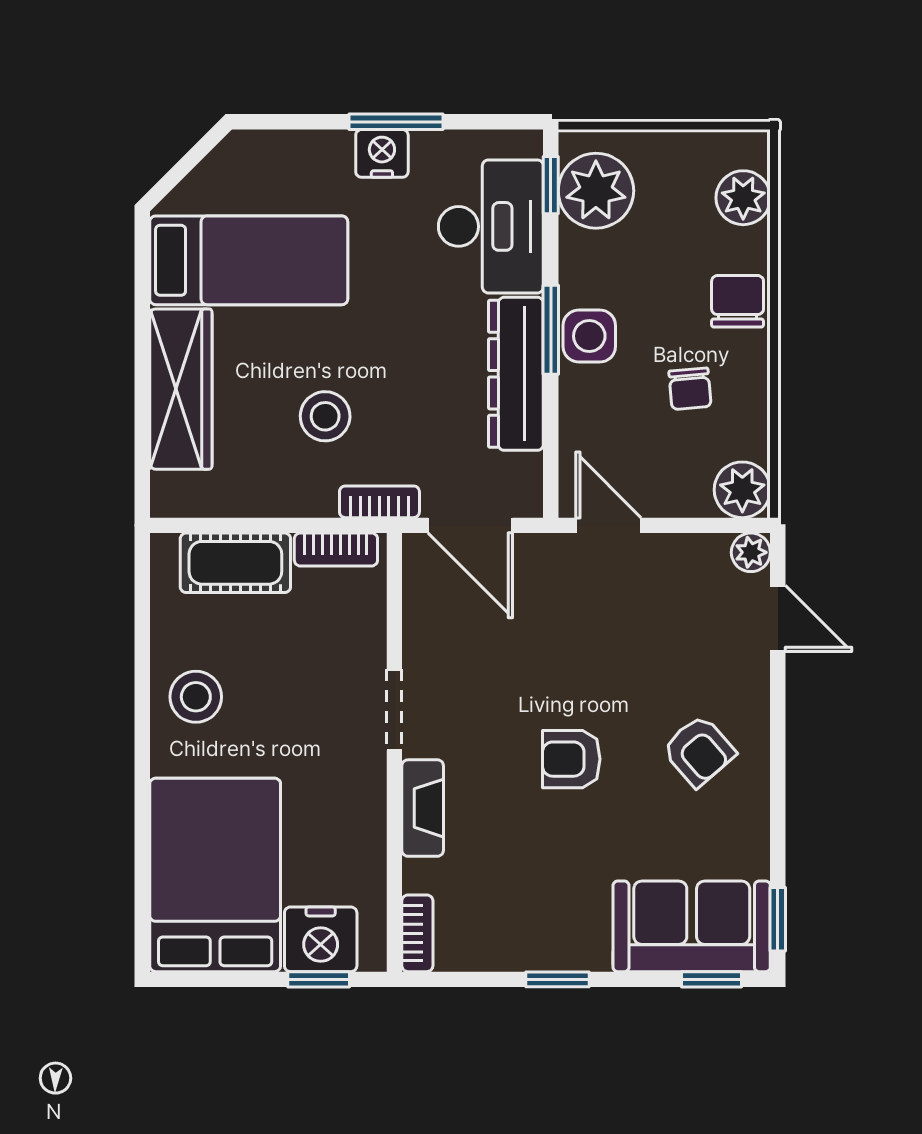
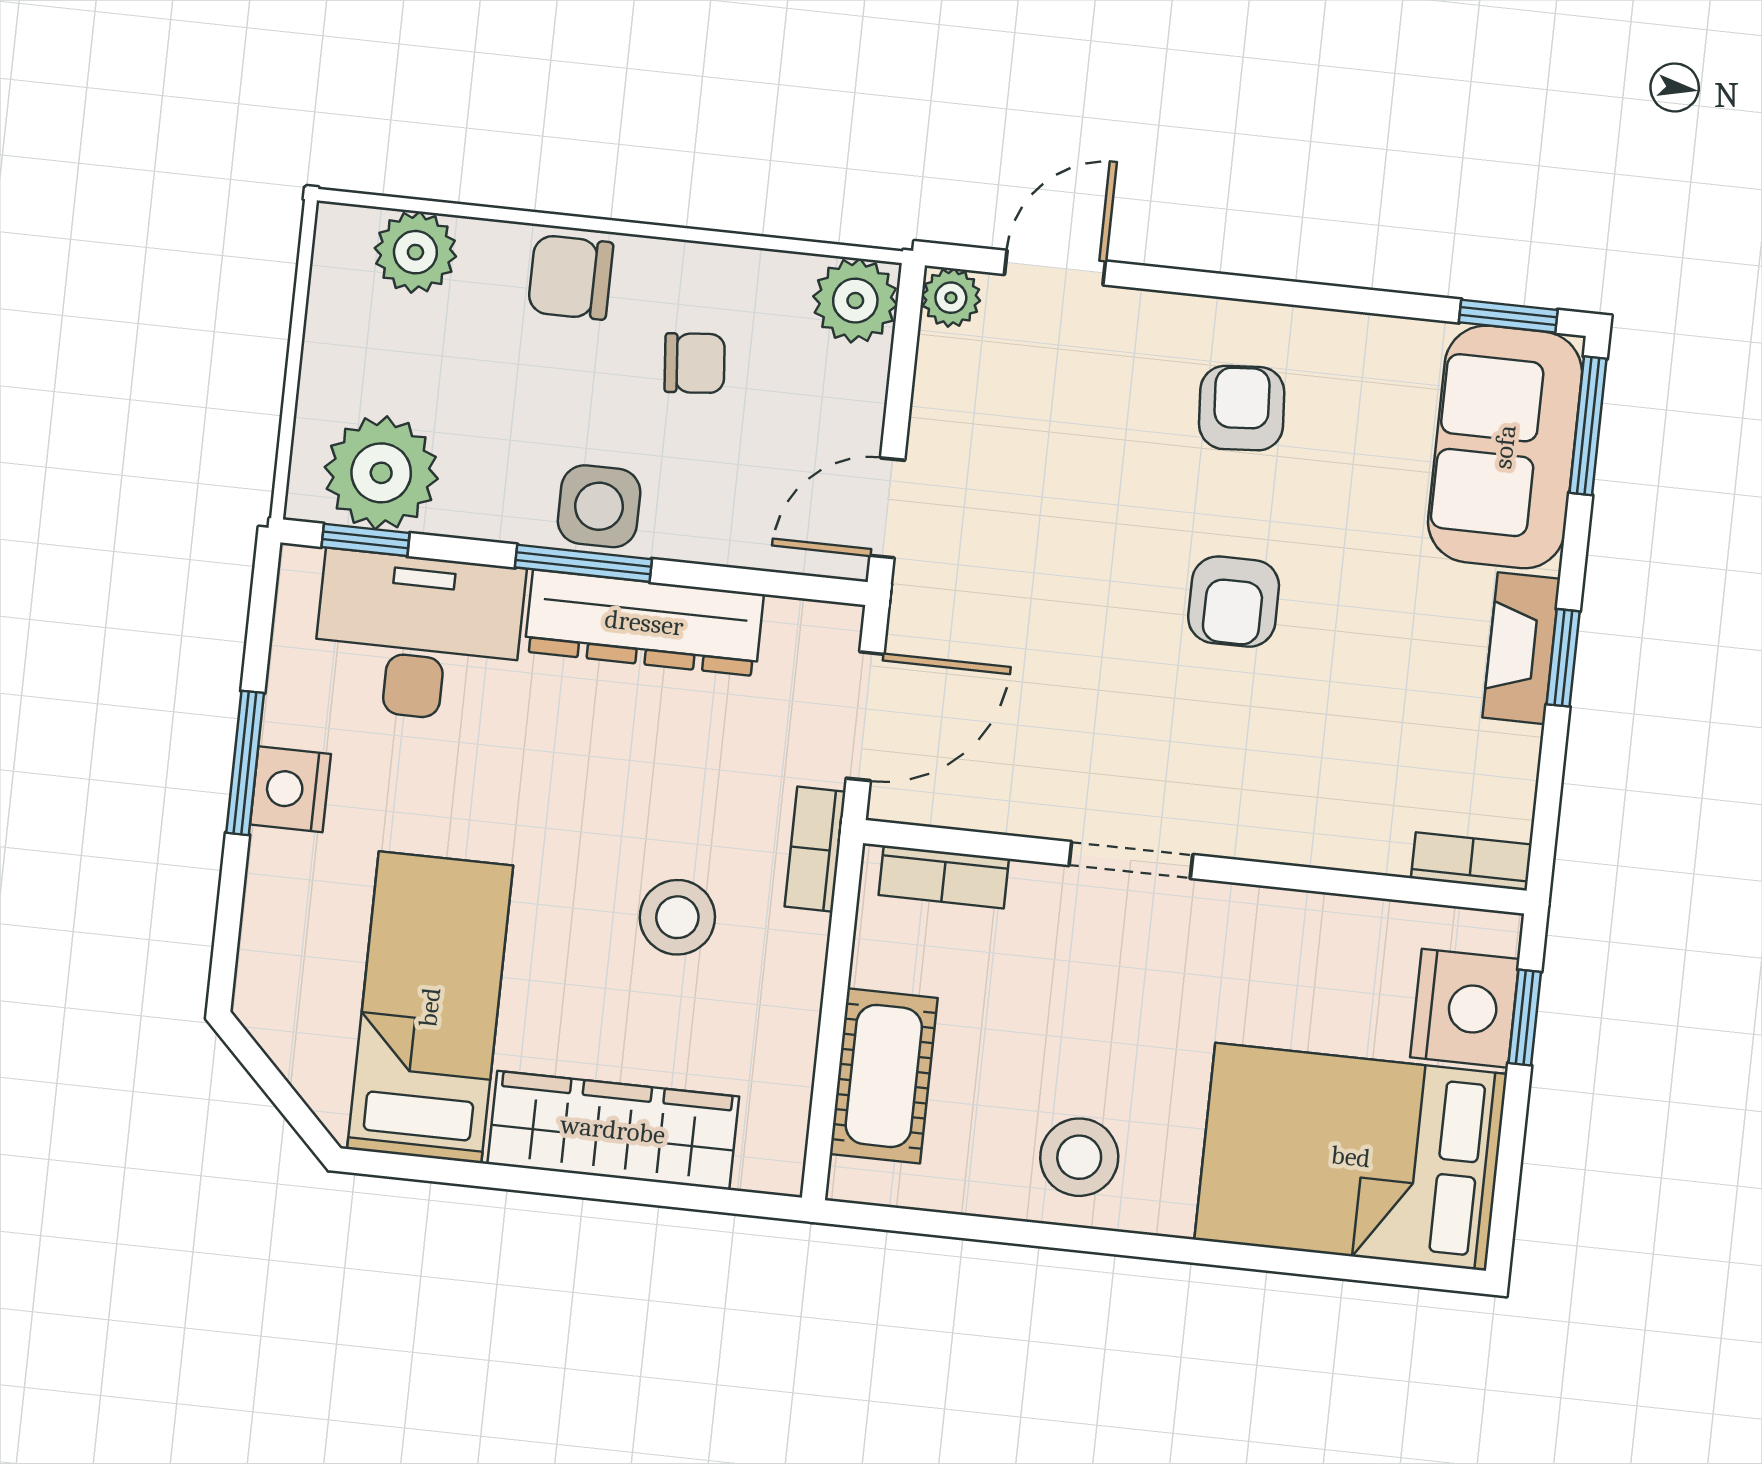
bookcase: (336, 549) -> (944, 877), moved, turned 90
armchair: (699, 751) -> (1242, 408), turned -53
fireplace: (423, 808) -> (1521, 648), moved, turned -90
window: (711, 979) -> (1588, 426), width x1.50

